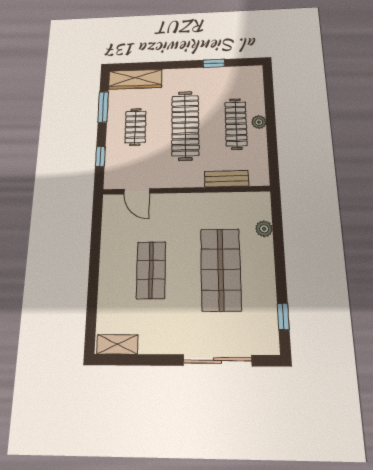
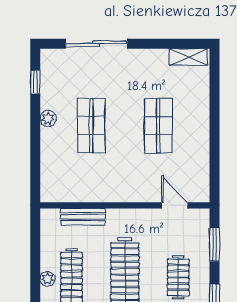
window: (100, 156) -> (214, 245), width x1.50
plant: (264, 229) -> (48, 118), moved
shop shelf: (221, 269) -> (91, 125), width x0.70, depth x0.74

